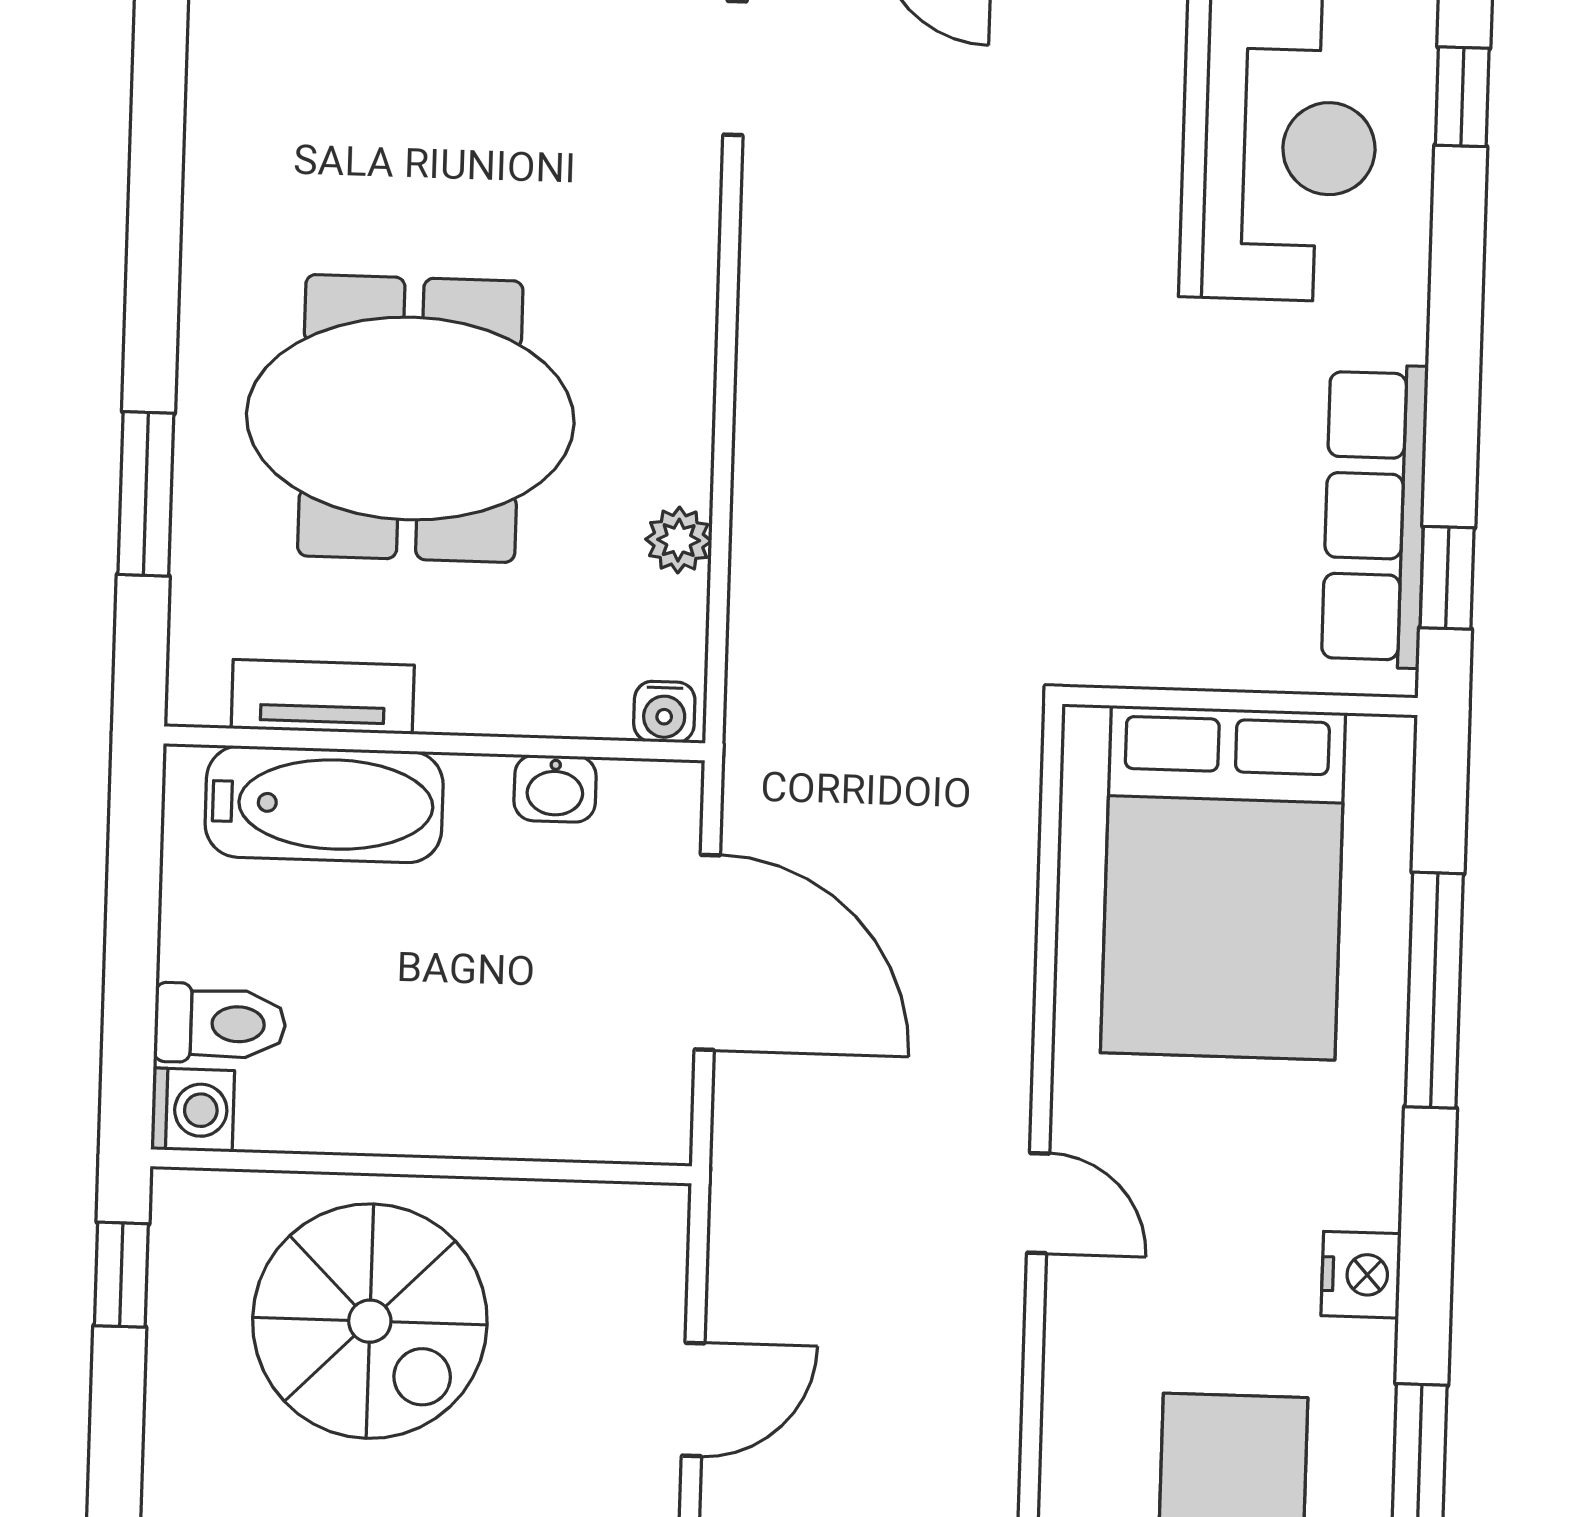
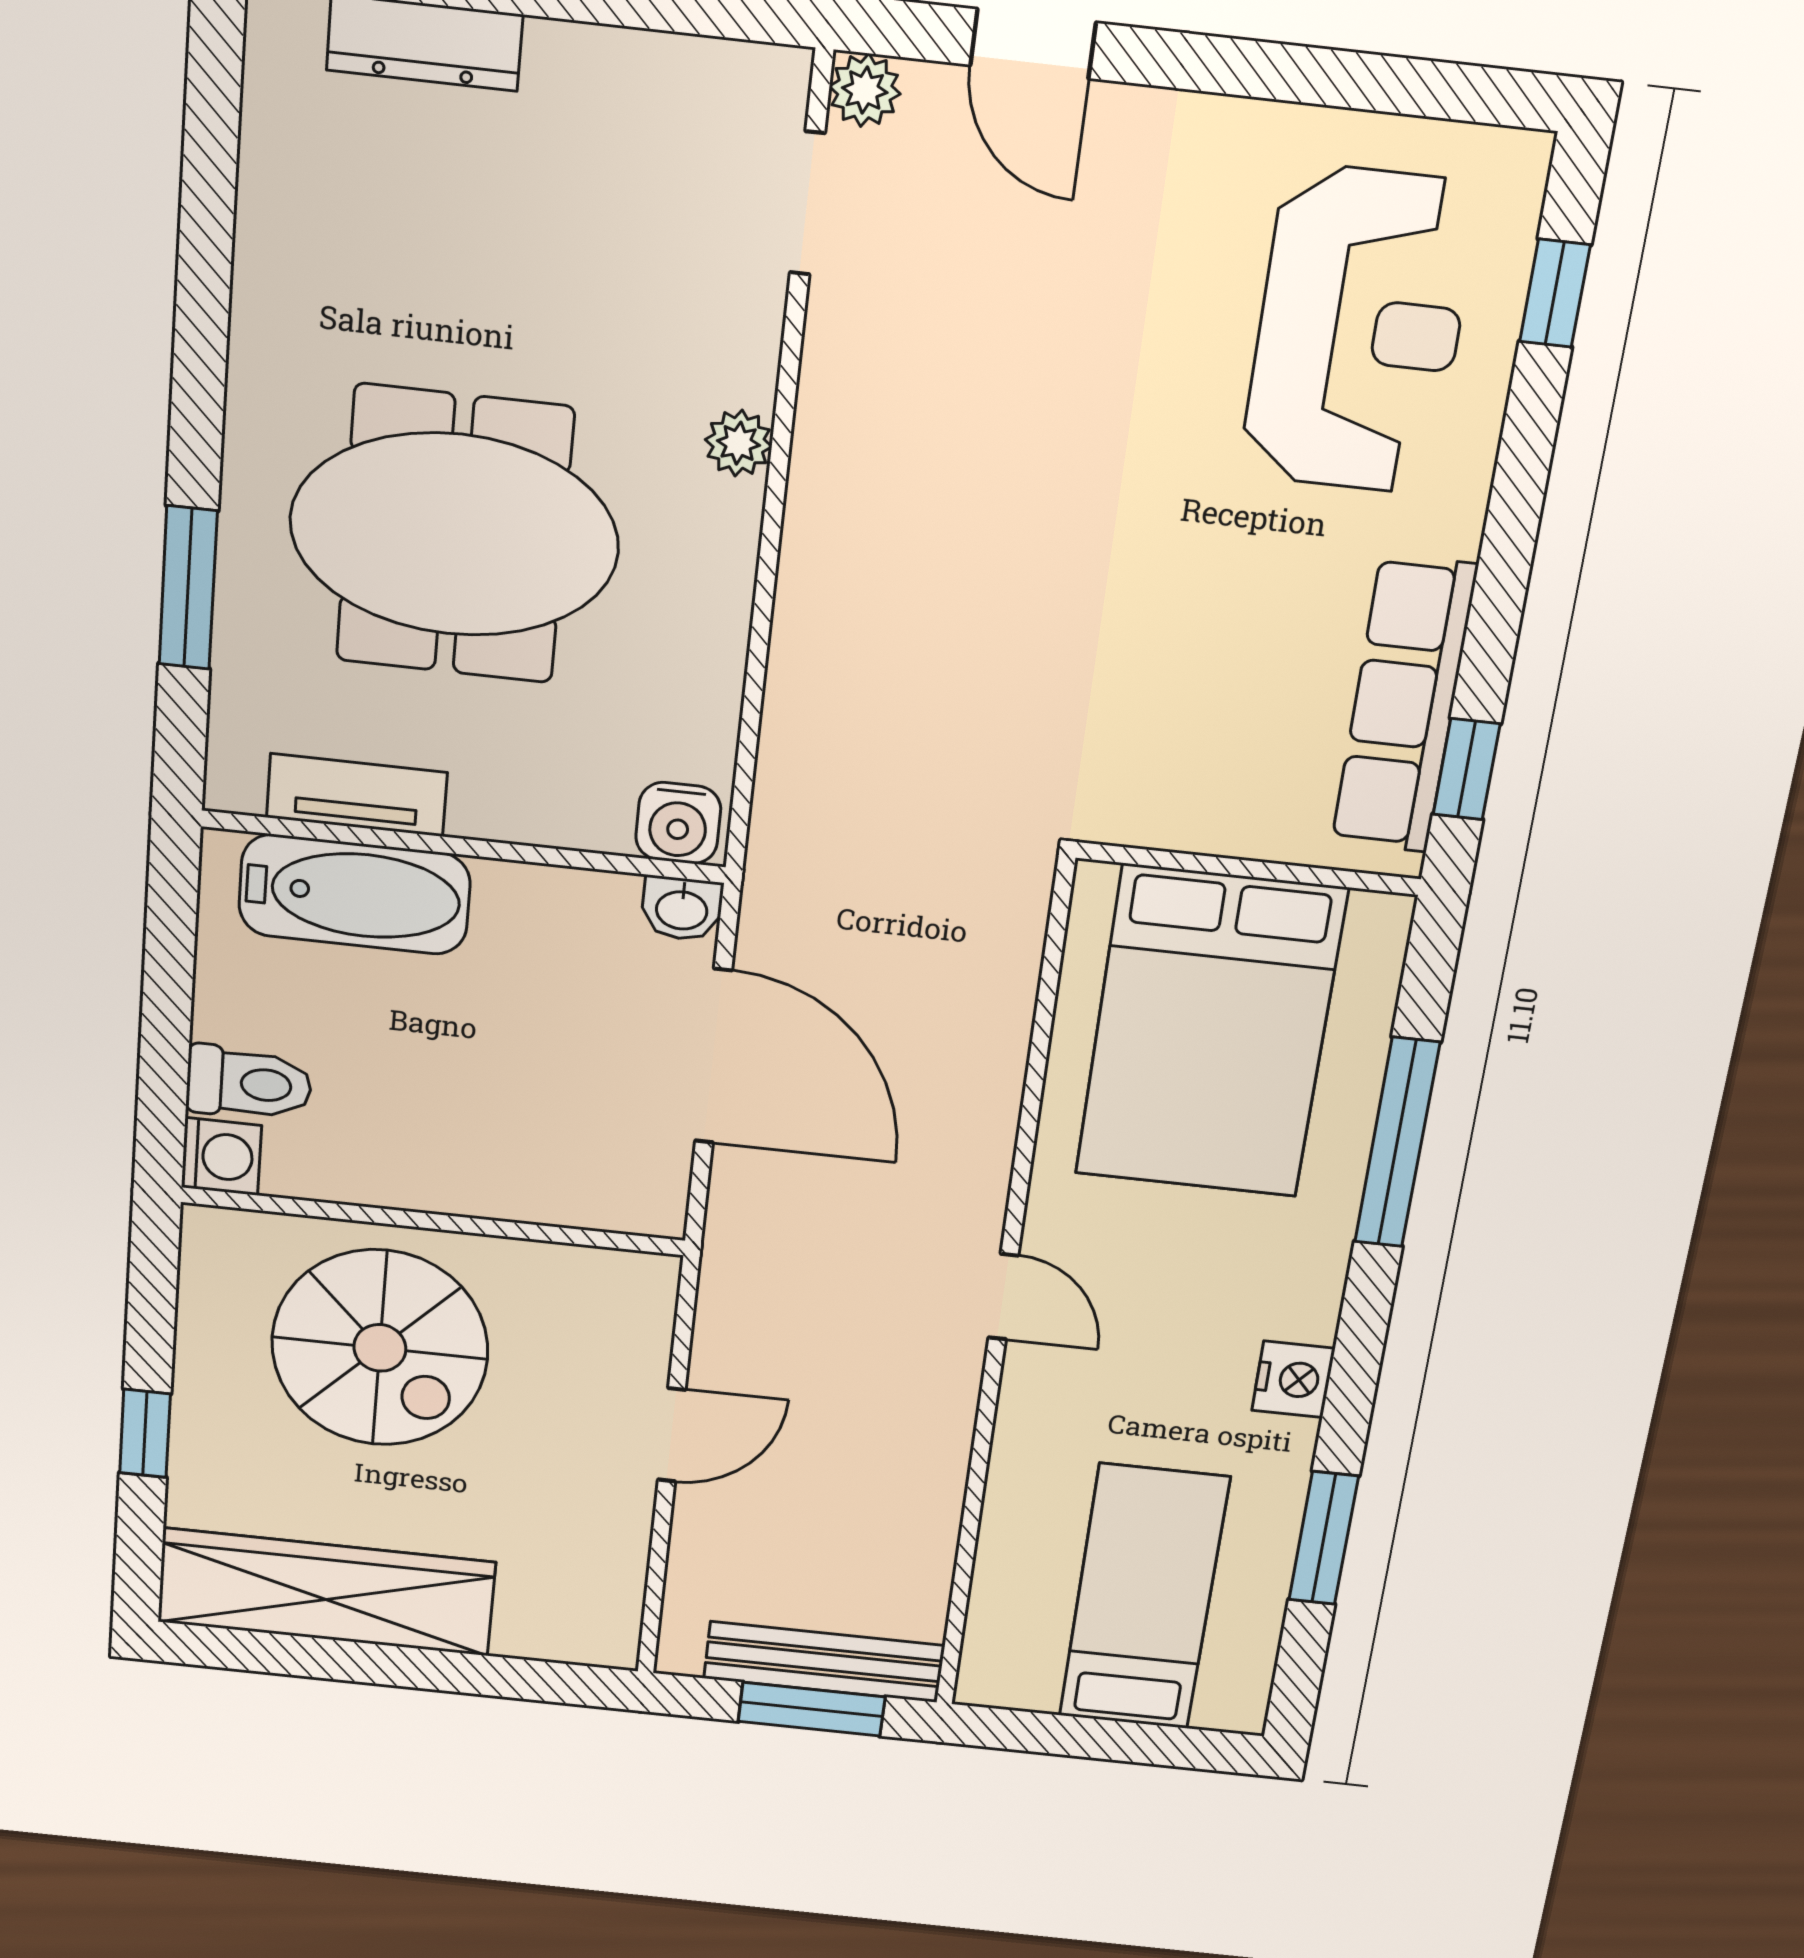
plant: (679, 540) -> (739, 443), moved
water cooler: (664, 712) -> (678, 823), width x1.38, depth x1.38
washbasin: (555, 789) -> (682, 909), moved
window: (121, 1275) -> (145, 1433), moved

